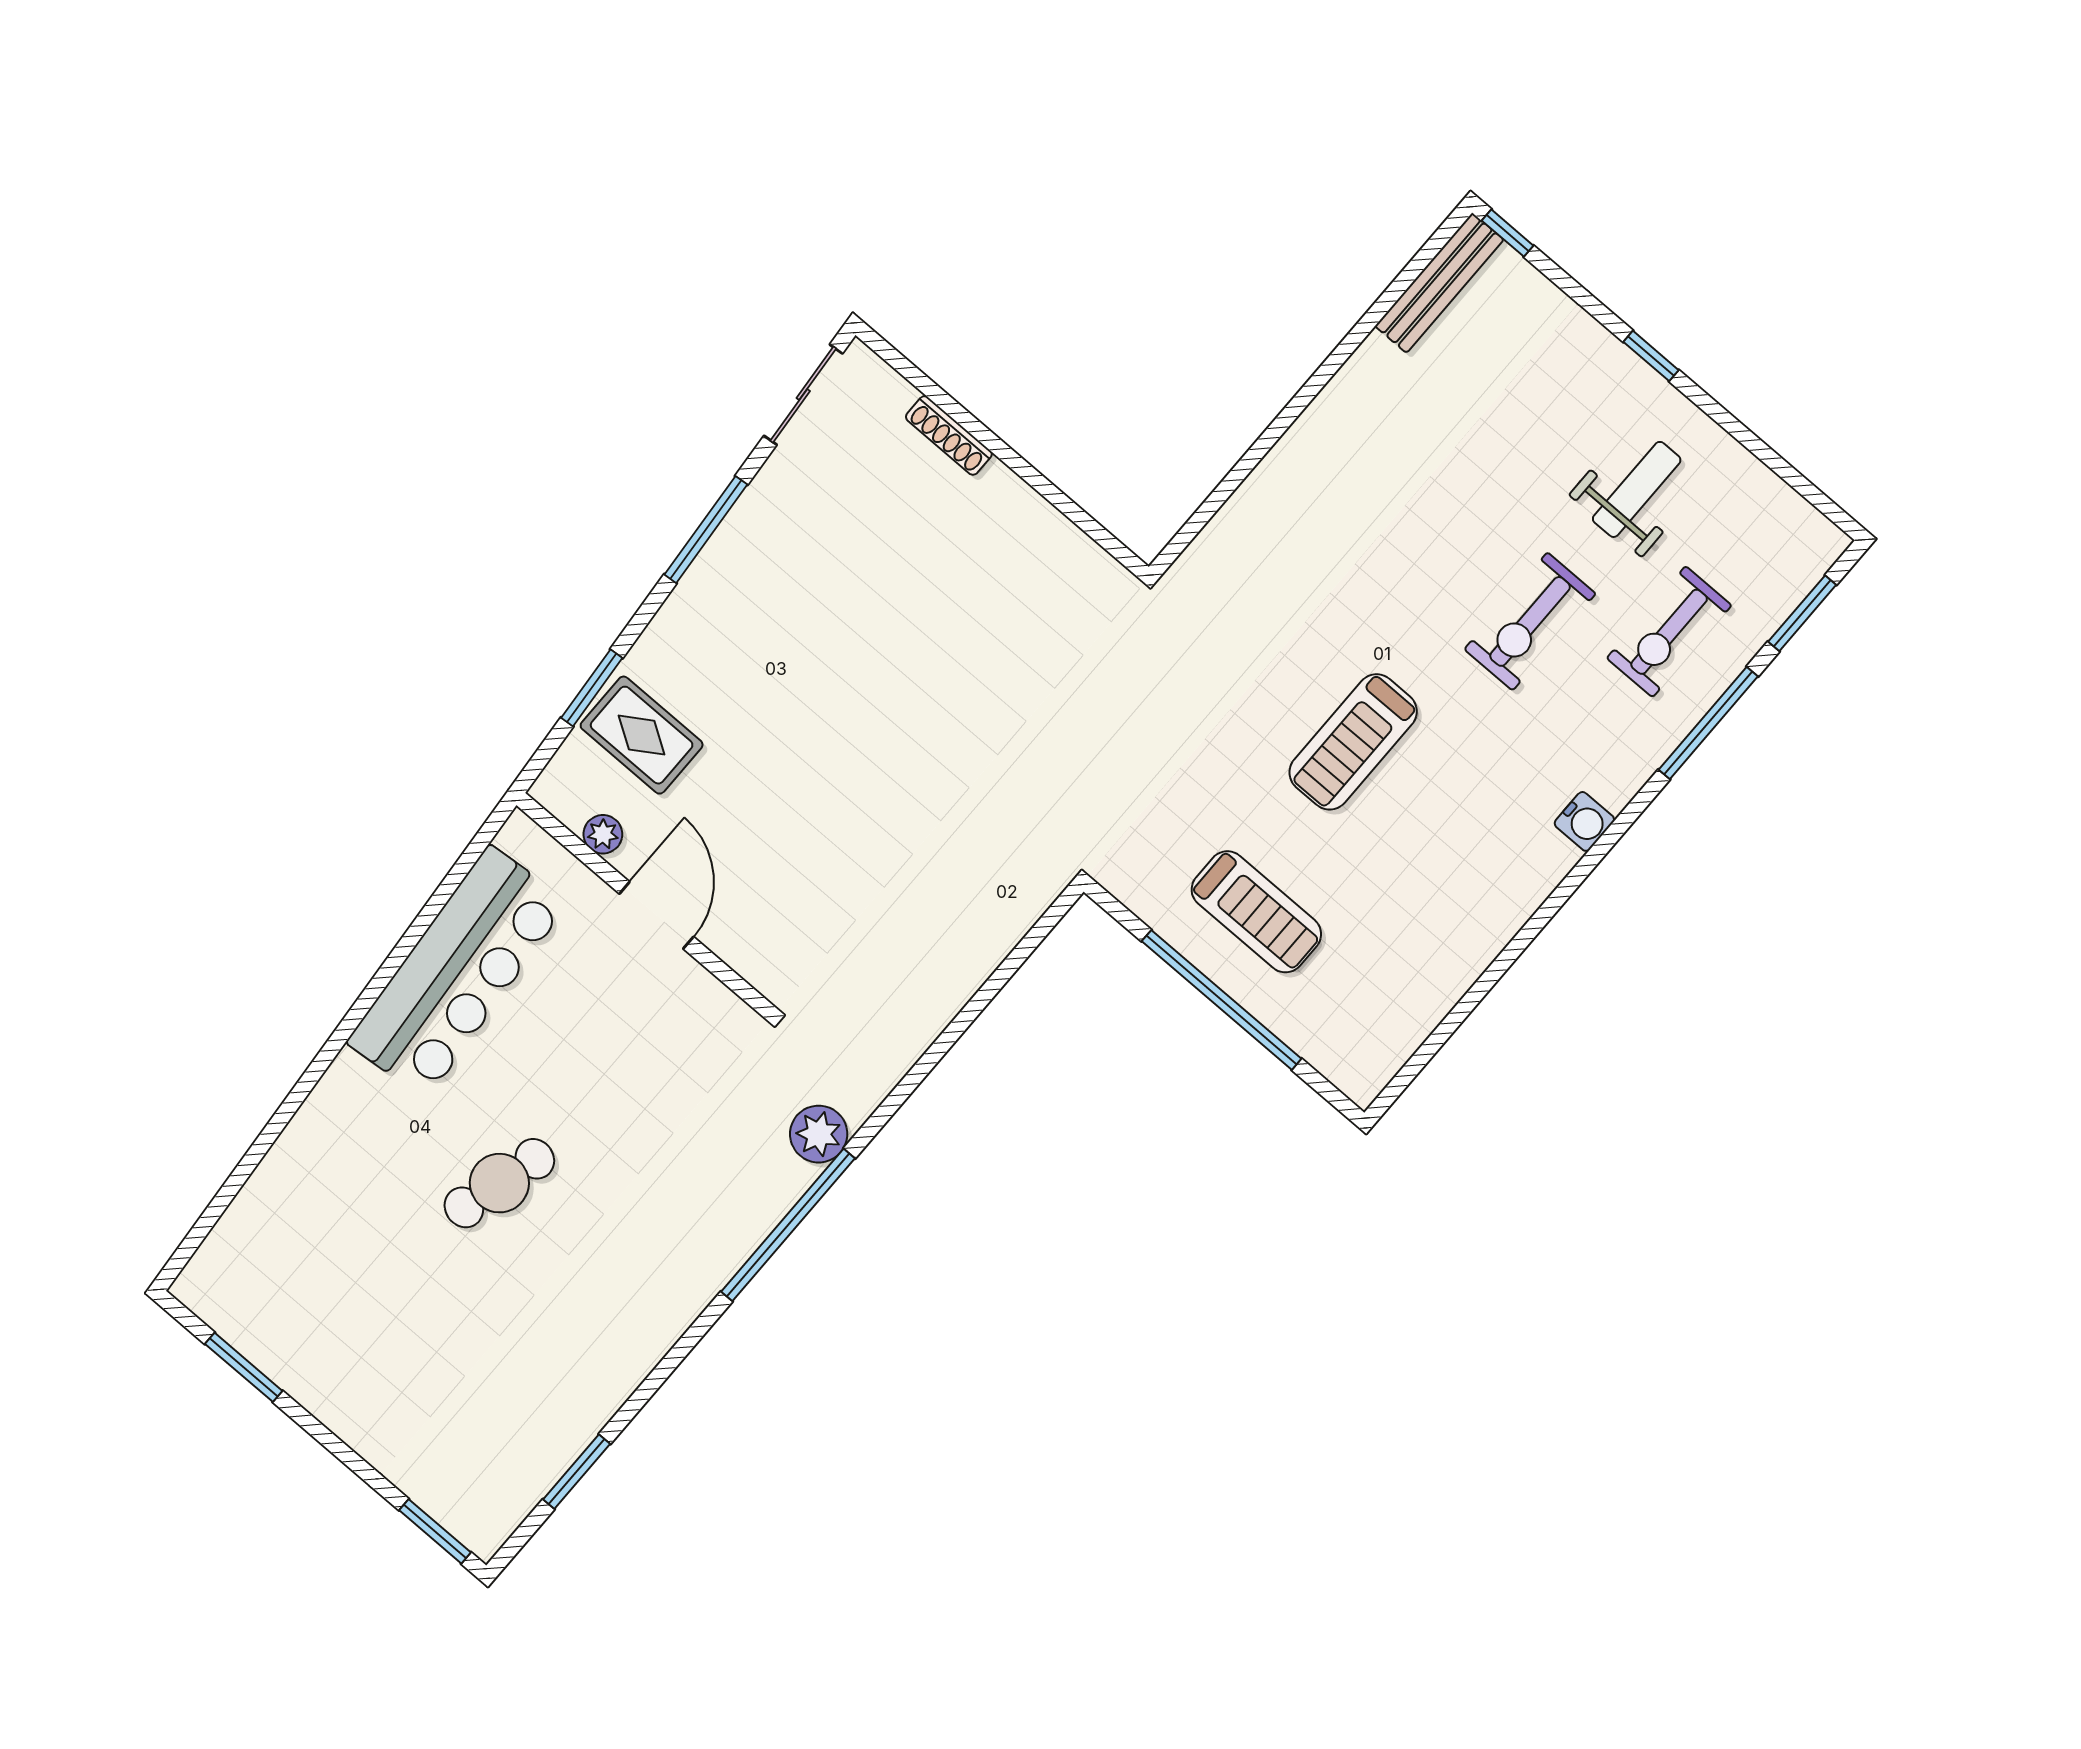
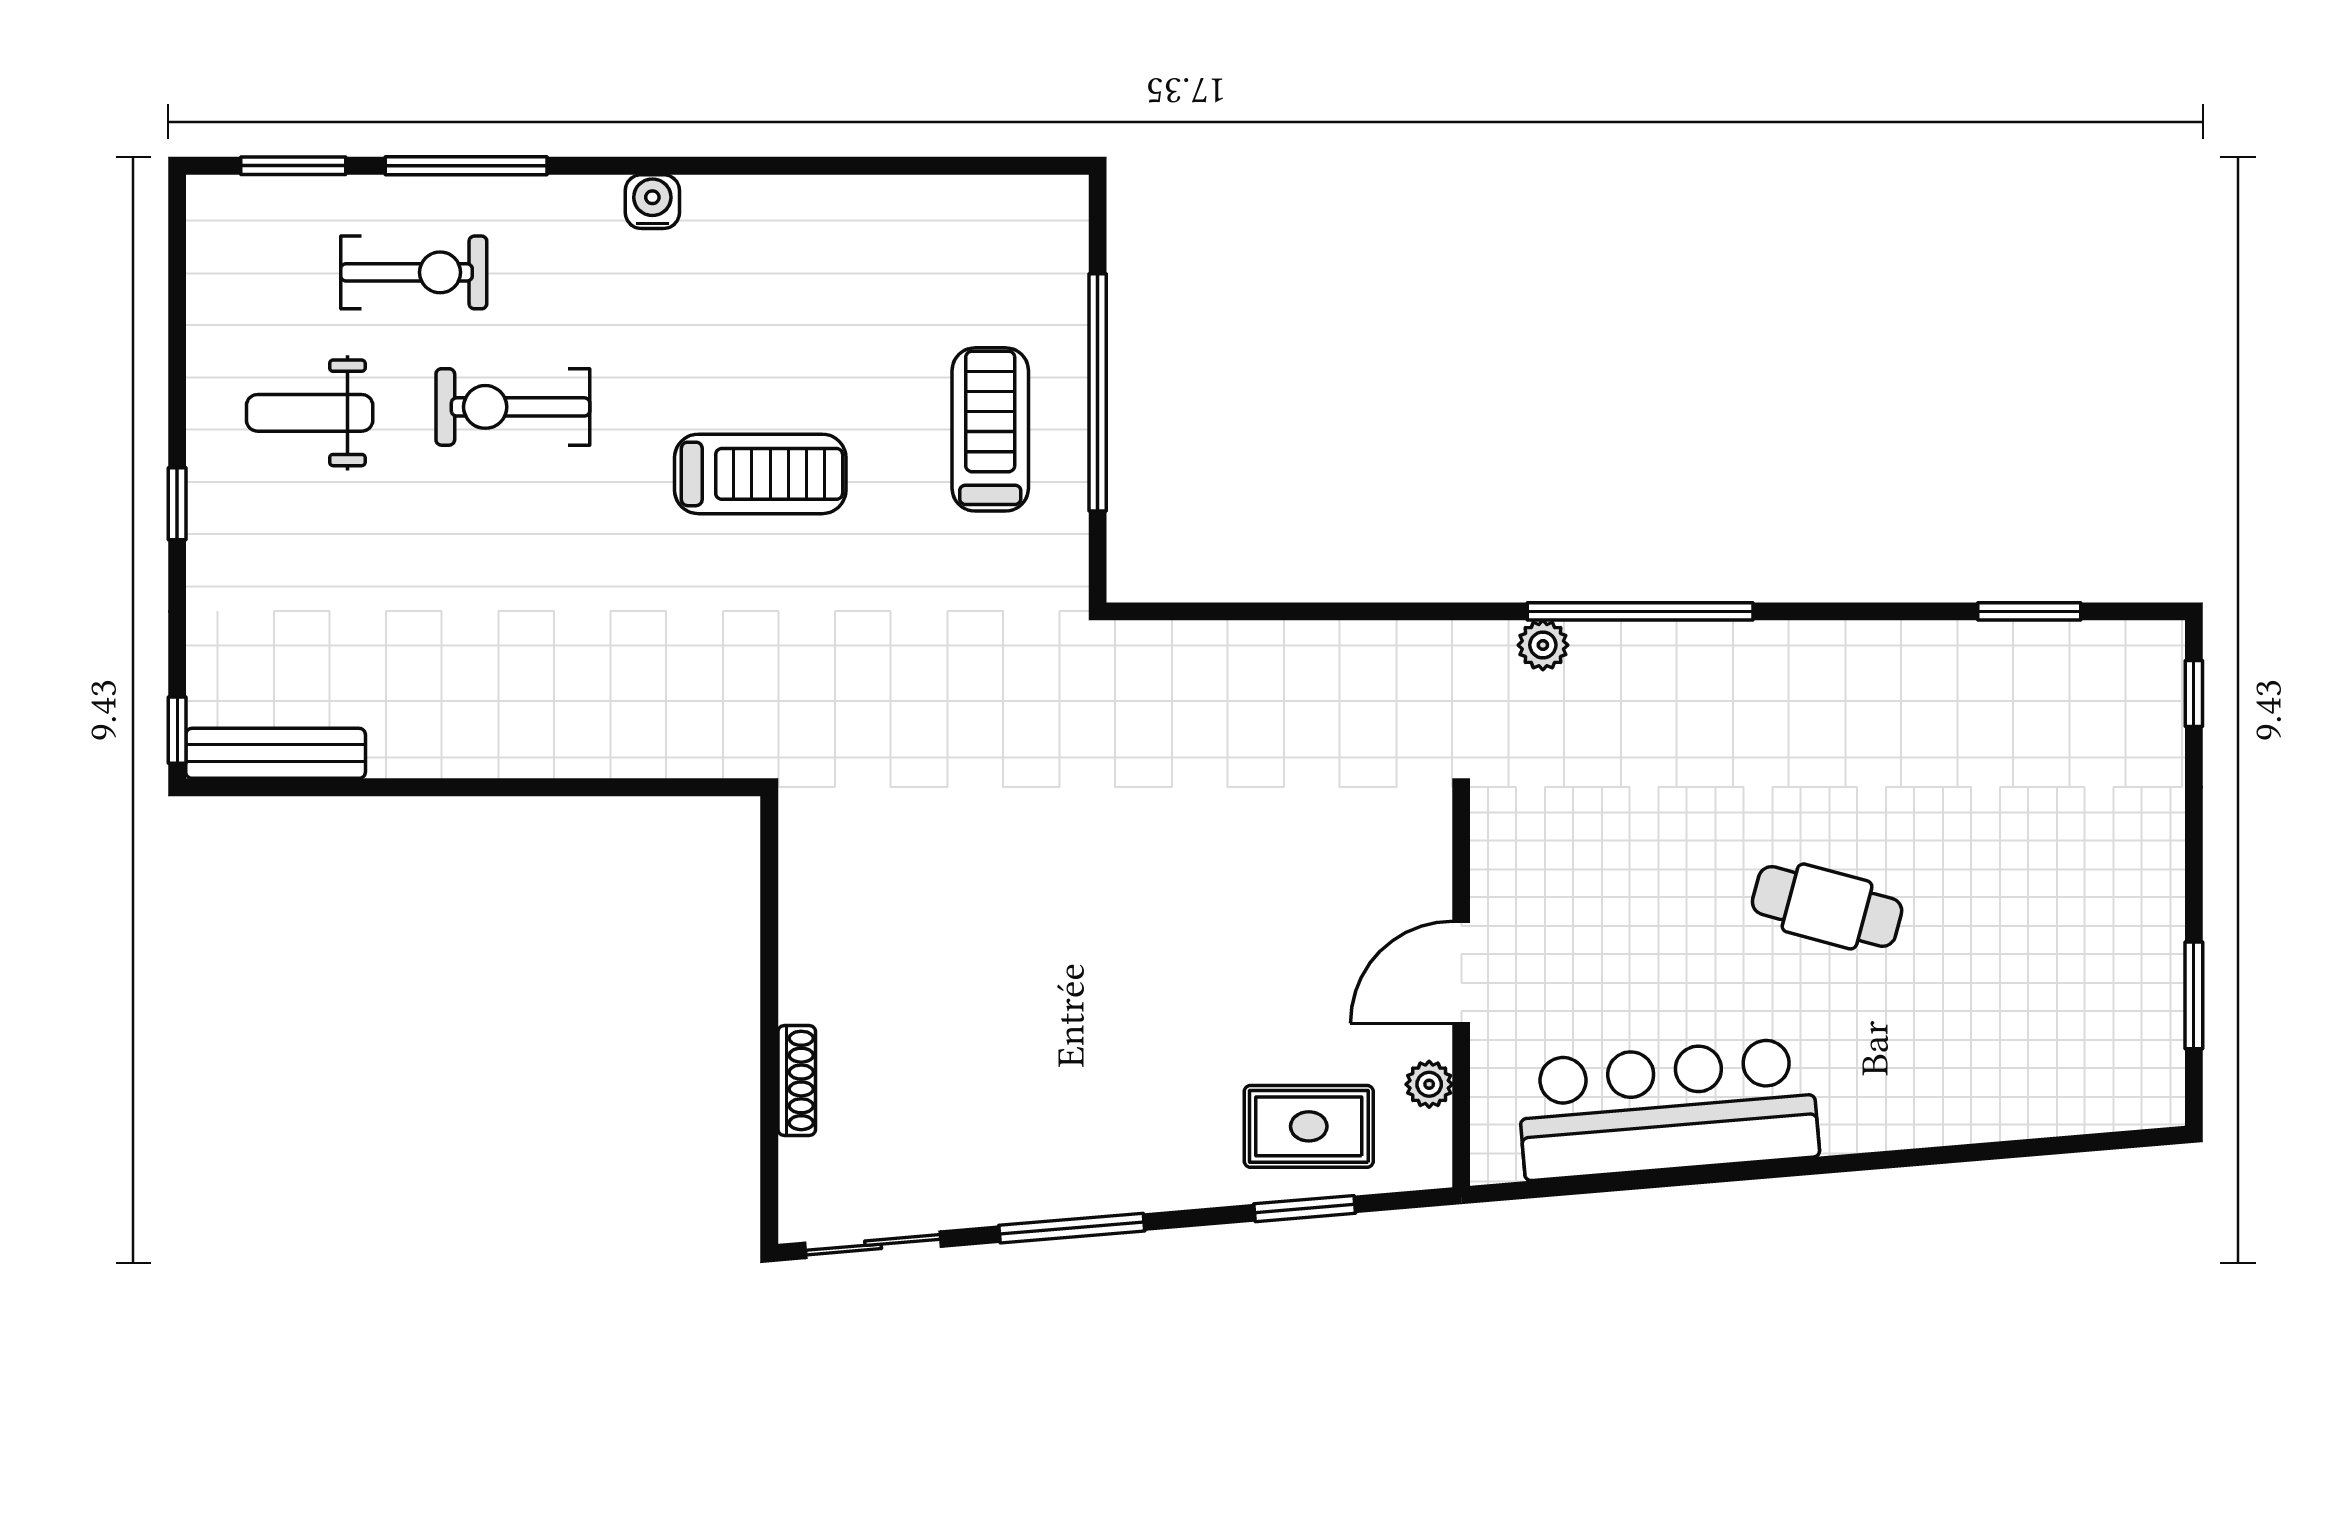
exercise bike: (1530, 621) -> (513, 407), turned 180
rug: (642, 735) -> (1309, 1126), turned 90
plant: (819, 1134) -> (1543, 645), width x0.73, depth x0.73
window: (435, 1531) -> (2194, 694), width x0.67

